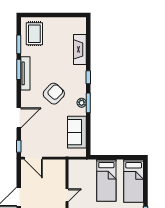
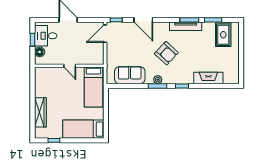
rug: (34, 34) -> (223, 35), turned 90
bed: (106, 180) -> (94, 87), moved, turned -90

